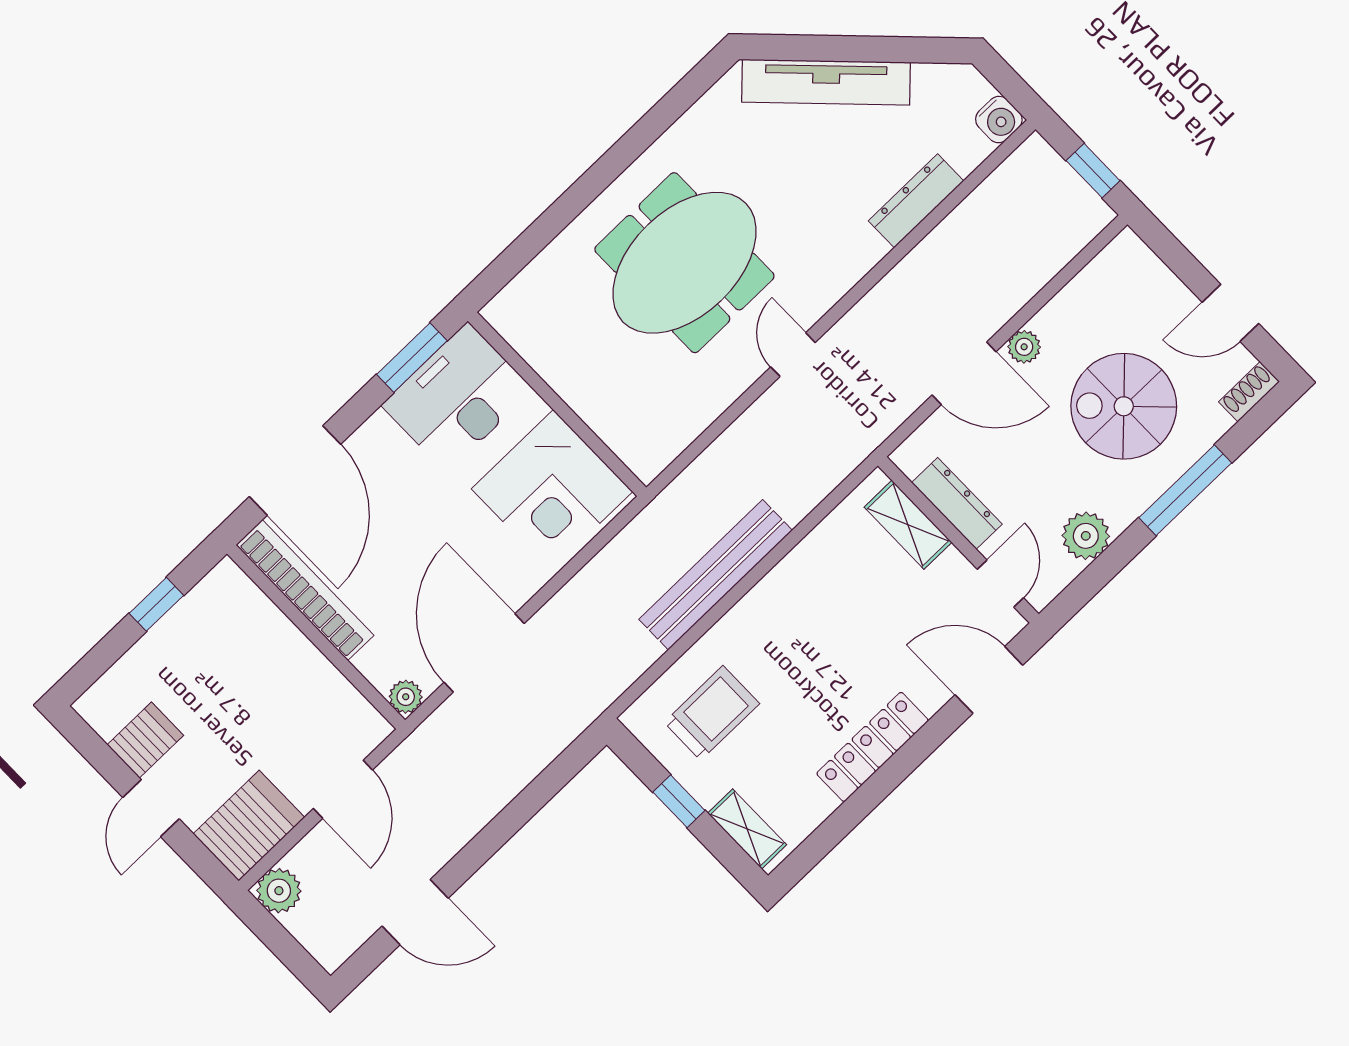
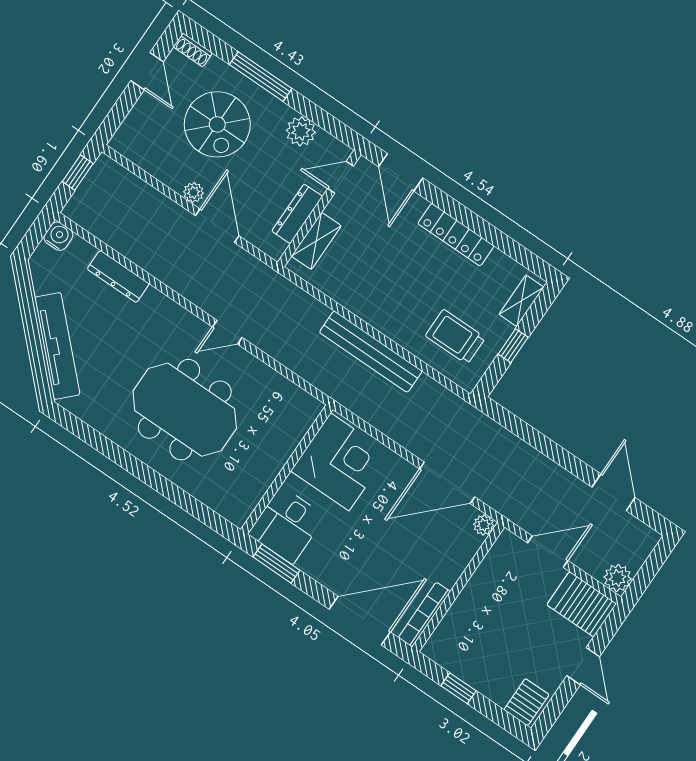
desk: (457, 397) -> (287, 525), width x0.73
bookcase: (305, 590) -> (424, 615), width x0.68, depth x0.76
server rack: (145, 740) -> (526, 702), moved, turned 90
door: (151, 808) -> (583, 666), hinge flipped

